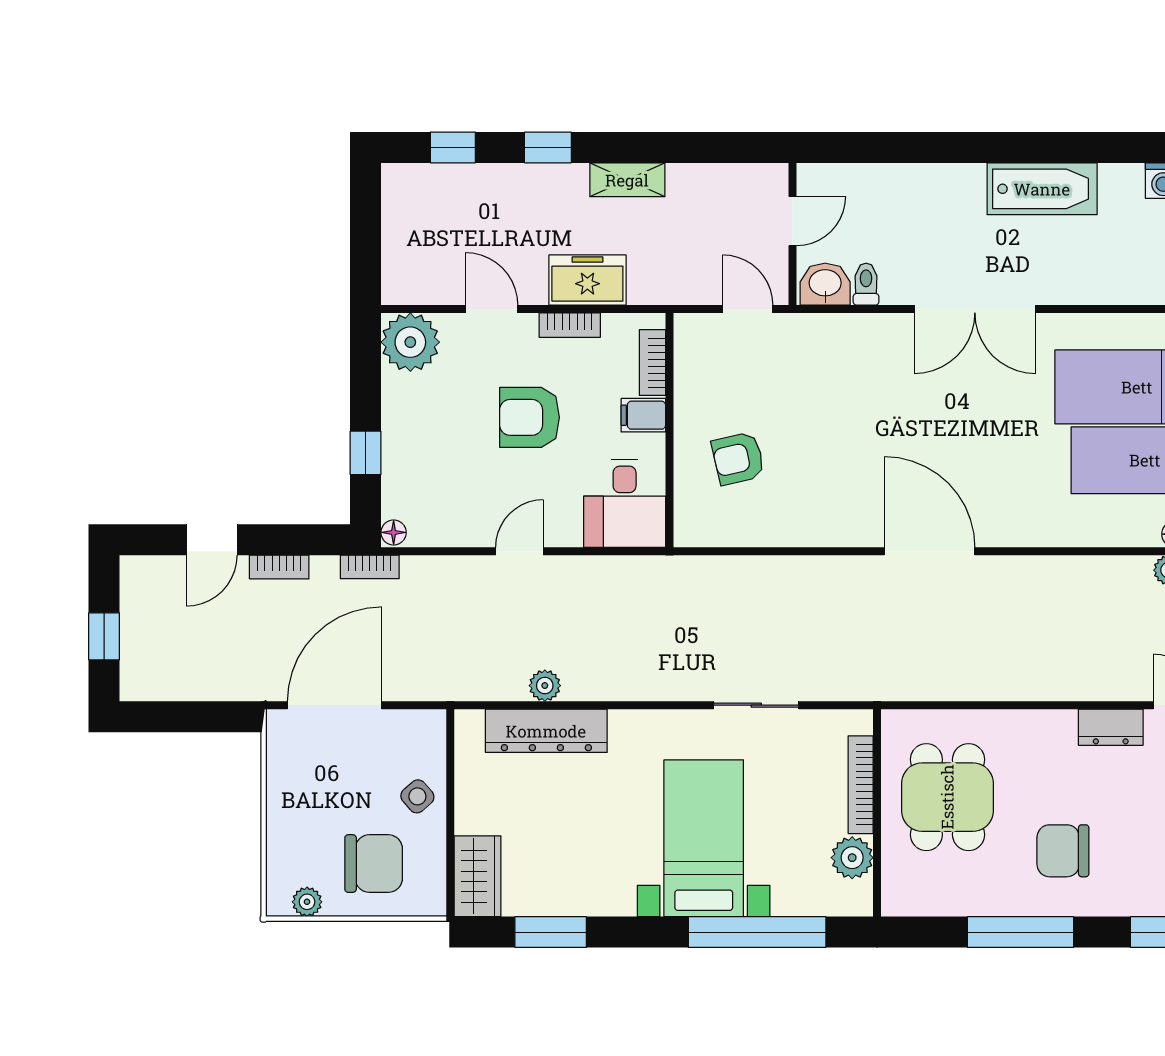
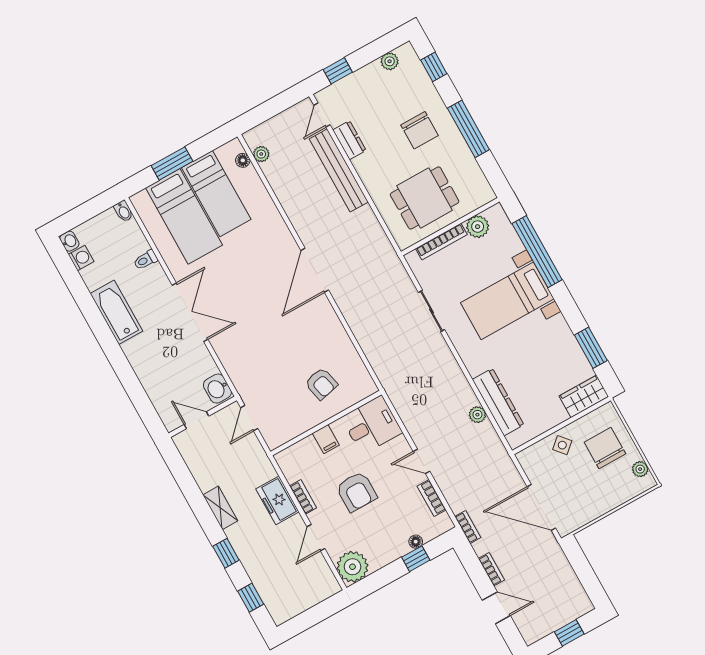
toilet: (866, 284) -> (146, 260), moved
bookcase: (652, 363) -> (432, 498), moved, turned 90
floor lamp: (394, 532) -> (416, 542), moved
bench: (1071, 682) -> (339, 170), added

